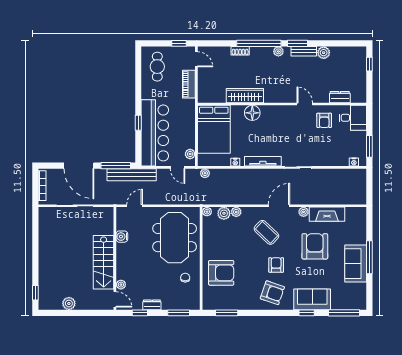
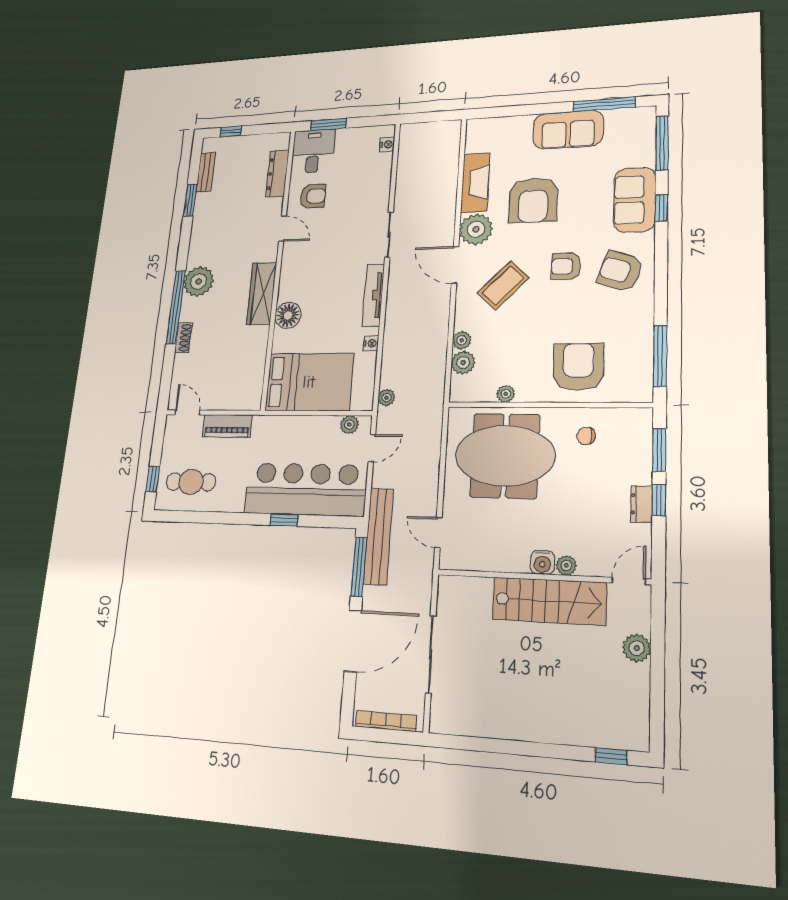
window: (179, 43) -> (153, 479), moved
window: (297, 43) -> (190, 200), moved
plant: (278, 51) -> (199, 282), width x1.87, depth x1.87
bench: (304, 51) -> (206, 172), moved
plant: (324, 53) -> (204, 203), removed
door: (196, 59) -> (188, 412), hinge flipped
wardrobe: (245, 96) -> (262, 293), moved
dresser: (340, 97) -> (277, 174), width x1.44
door: (305, 104) -> (282, 229), swing flipped
window: (369, 146) -> (328, 124), moved
plant: (207, 212) -> (506, 394), moved
plant: (304, 212) -> (476, 229), width x1.87, depth x1.87
water cooler: (122, 237) -> (542, 562), moved
armchair: (315, 246) -> (533, 200), turned -90
window: (369, 257) -> (604, 104), moved
plant: (121, 285) -> (566, 565), moved
armchair: (272, 293) -> (620, 271), turned -90
plant: (69, 303) -> (637, 648), moved
window: (140, 313) -> (659, 500), moved
window: (227, 313) -> (660, 356), width x1.44

